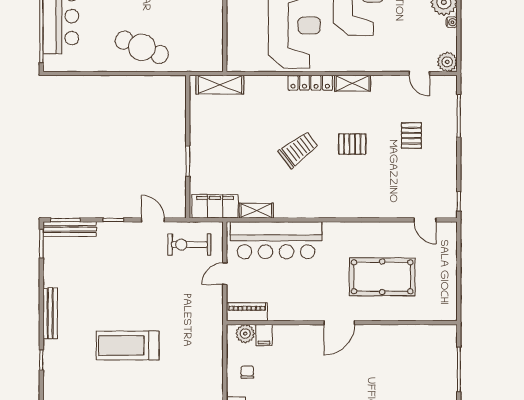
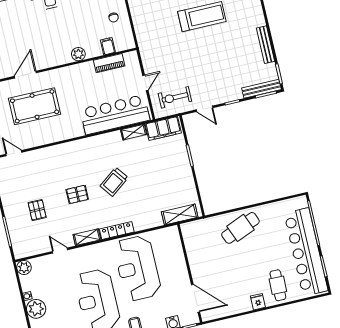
cafe table: (142, 47) -> (240, 228), turned -44
door: (419, 73) -> (60, 251), moved
exercise bike: (189, 245) -> (175, 97), turned 180
piano: (247, 312) -> (109, 63), moved
bench: (50, 313) -> (266, 45), moved
door: (339, 323) -> (25, 75), moved
plant: (245, 334) -> (78, 54), moved

